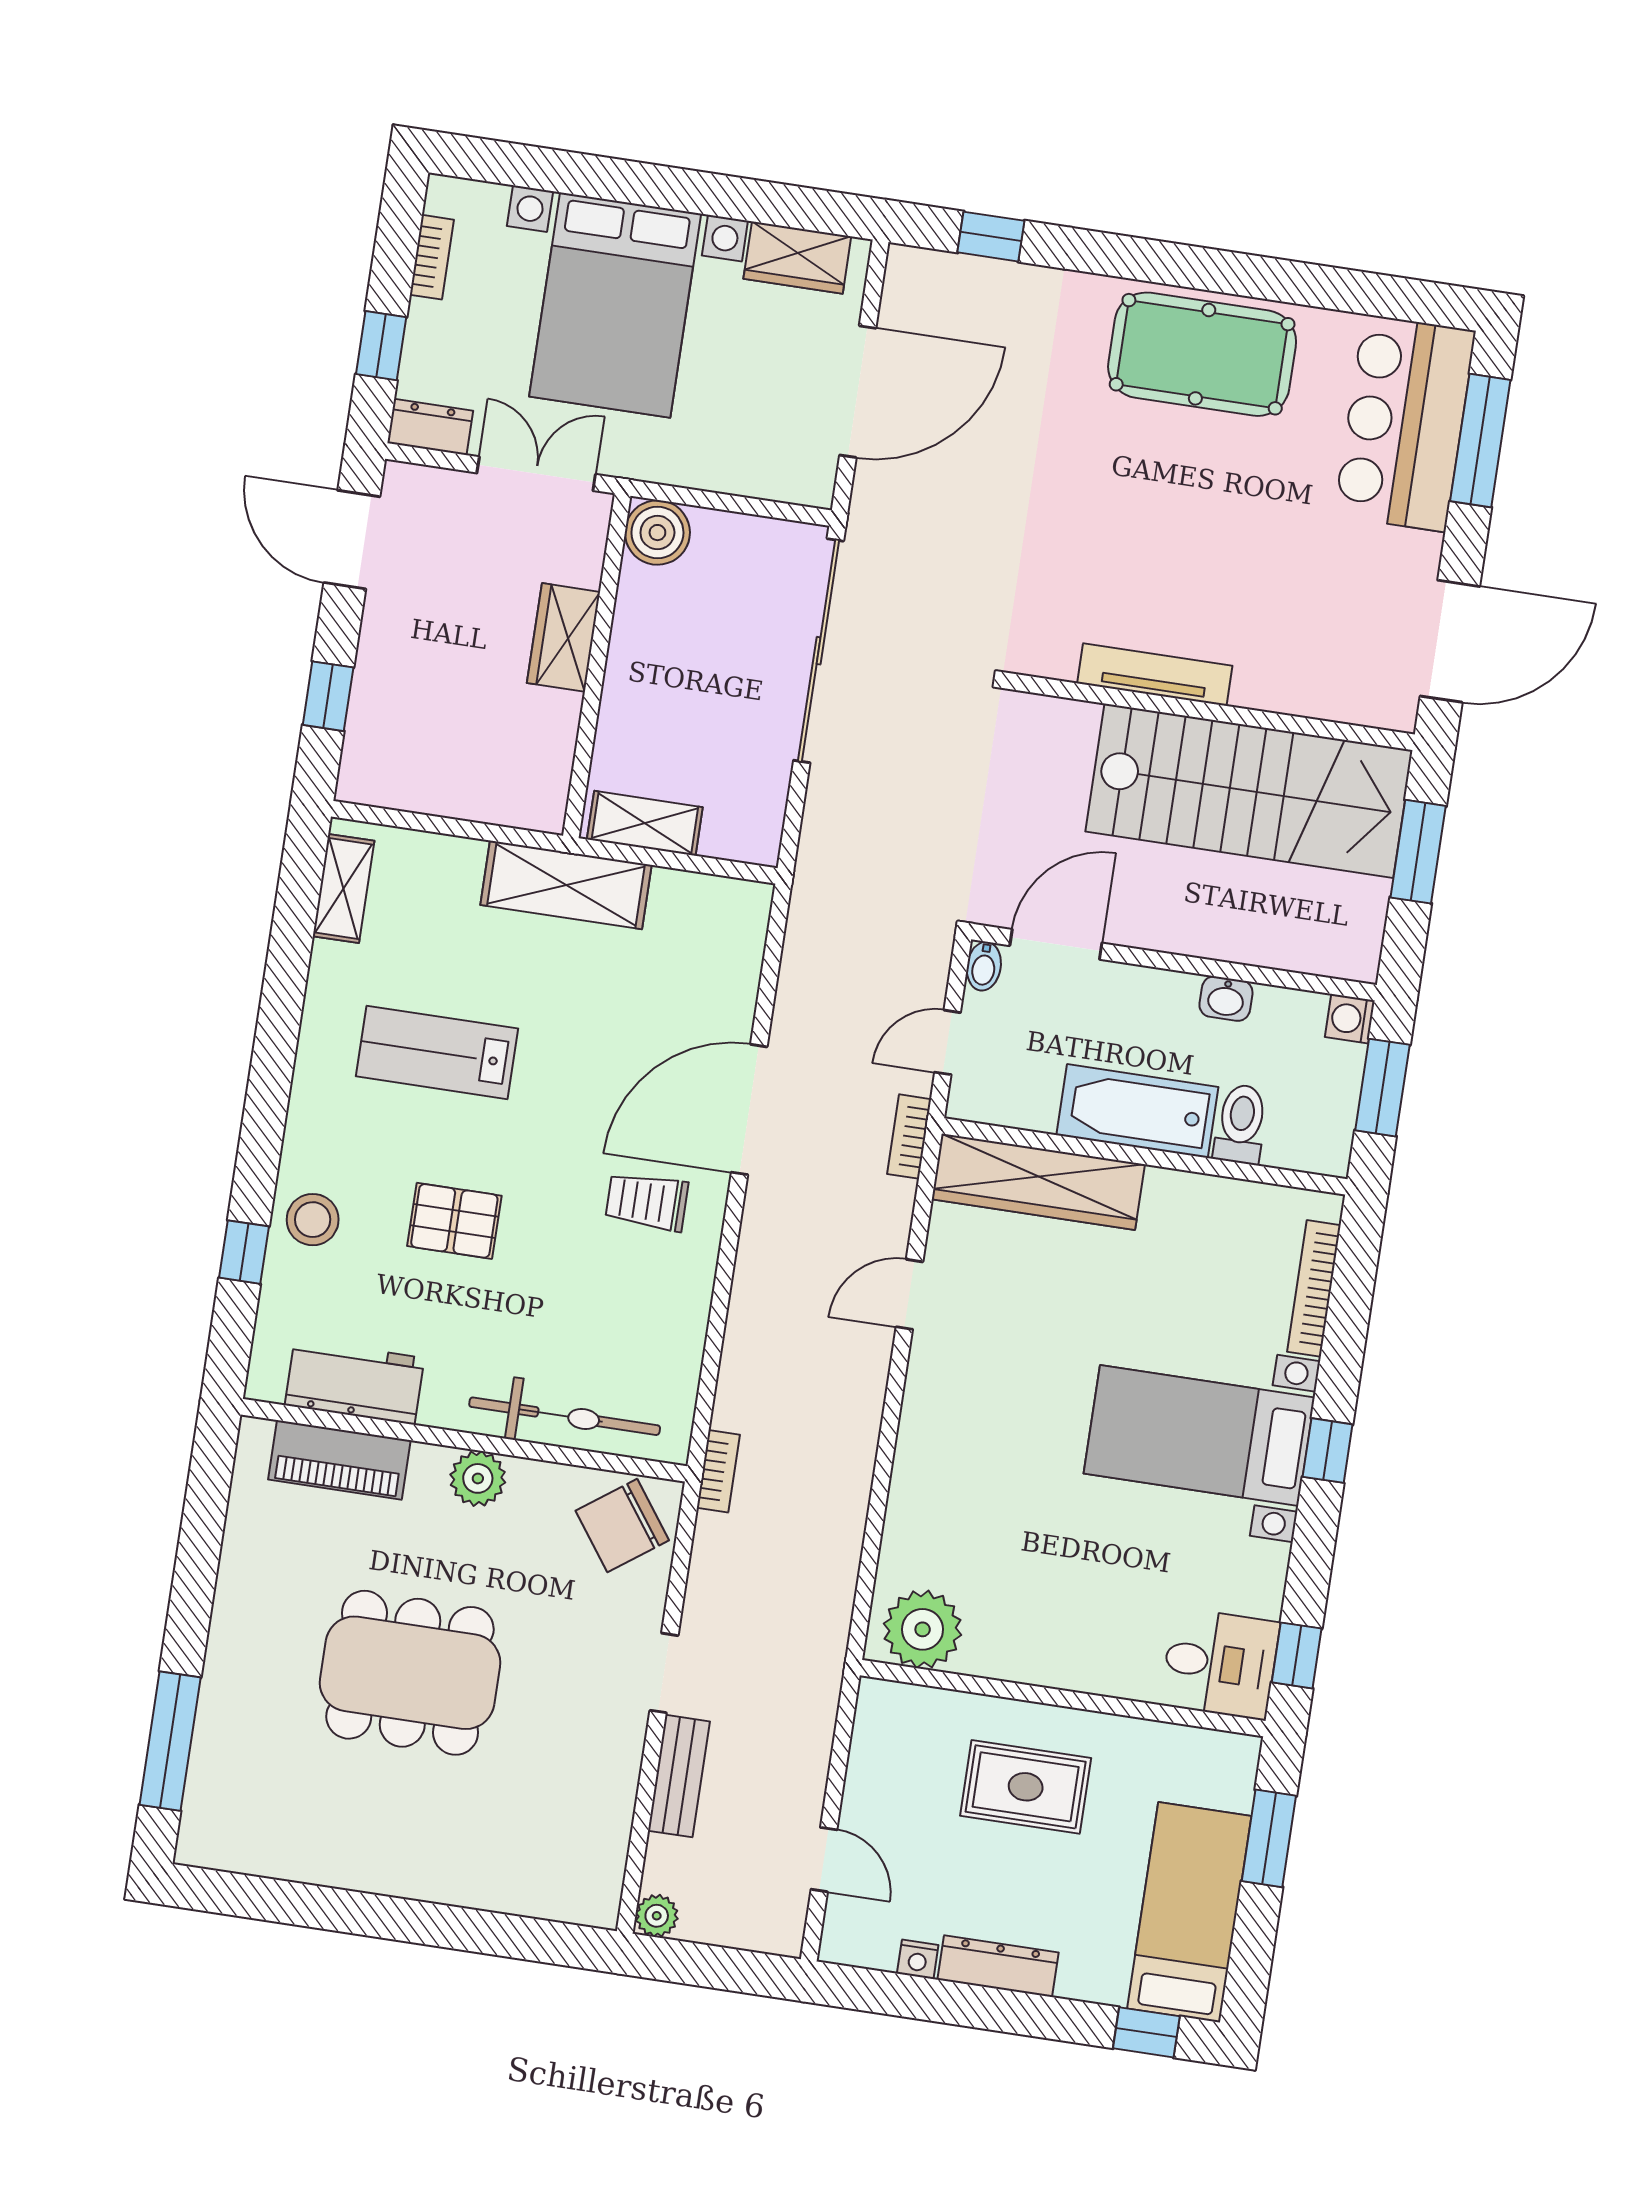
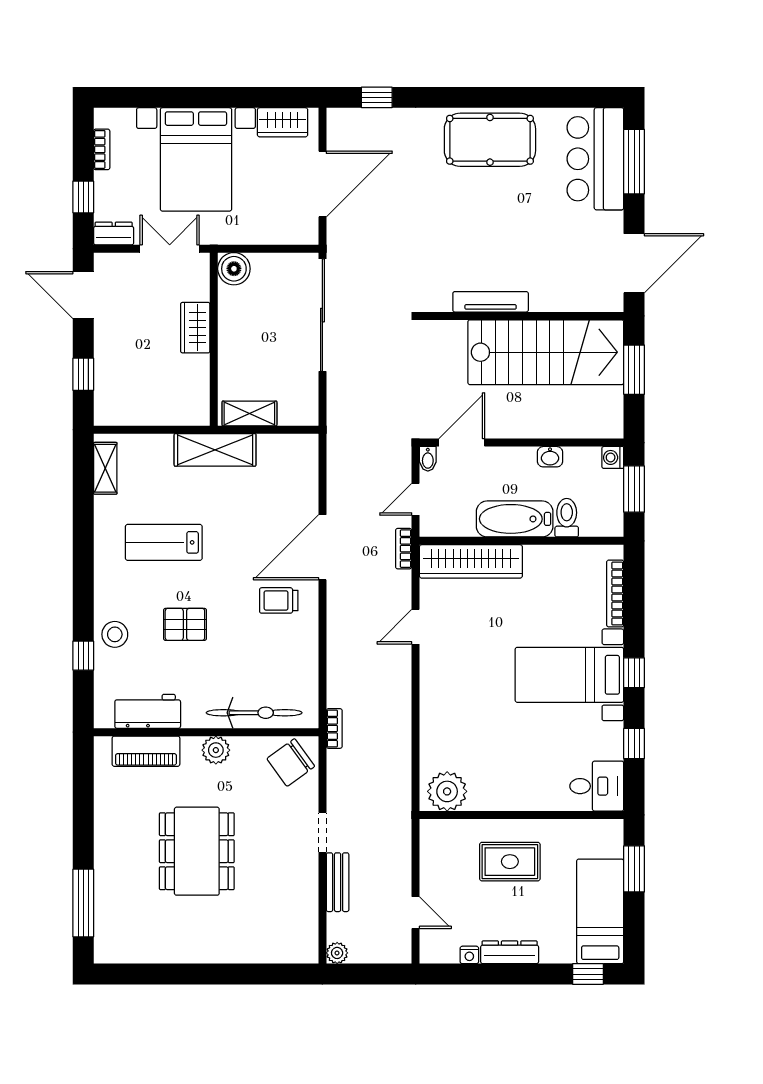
window: (1297, 1655) -> (634, 744), moved
dining table: (410, 1673) -> (197, 851), turned 90

